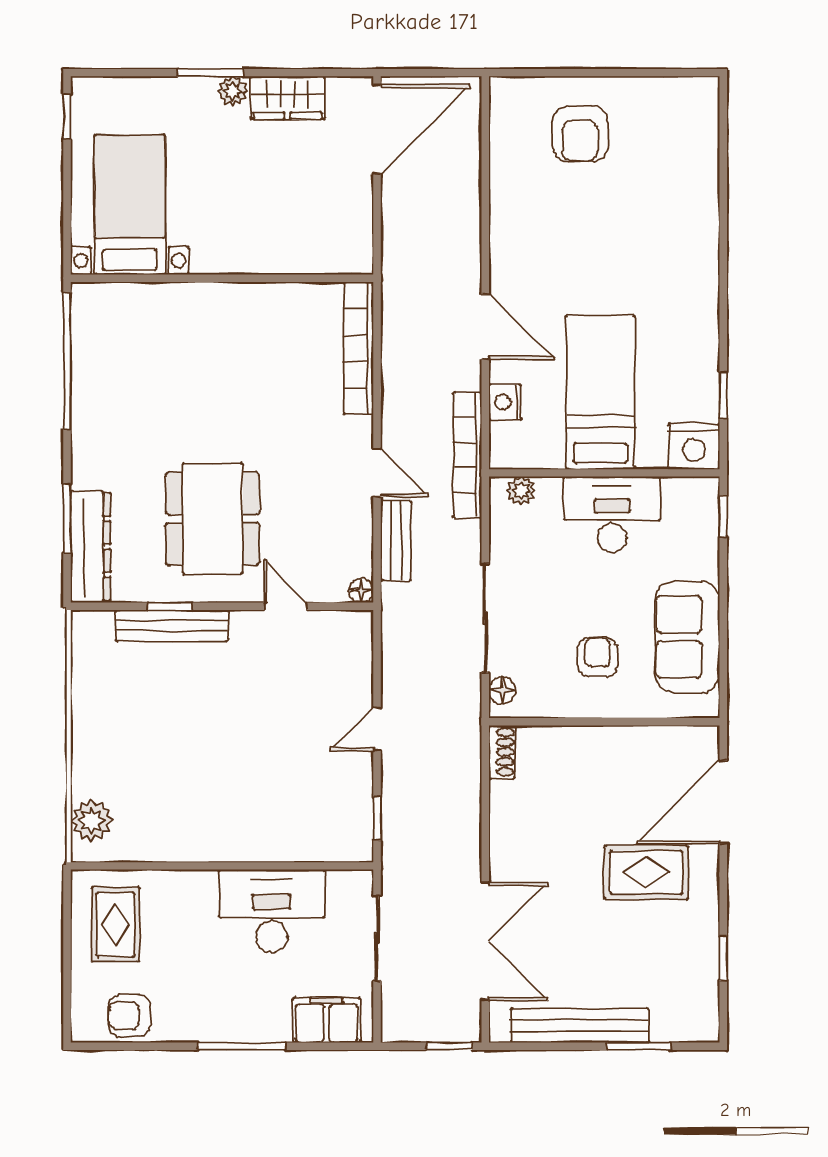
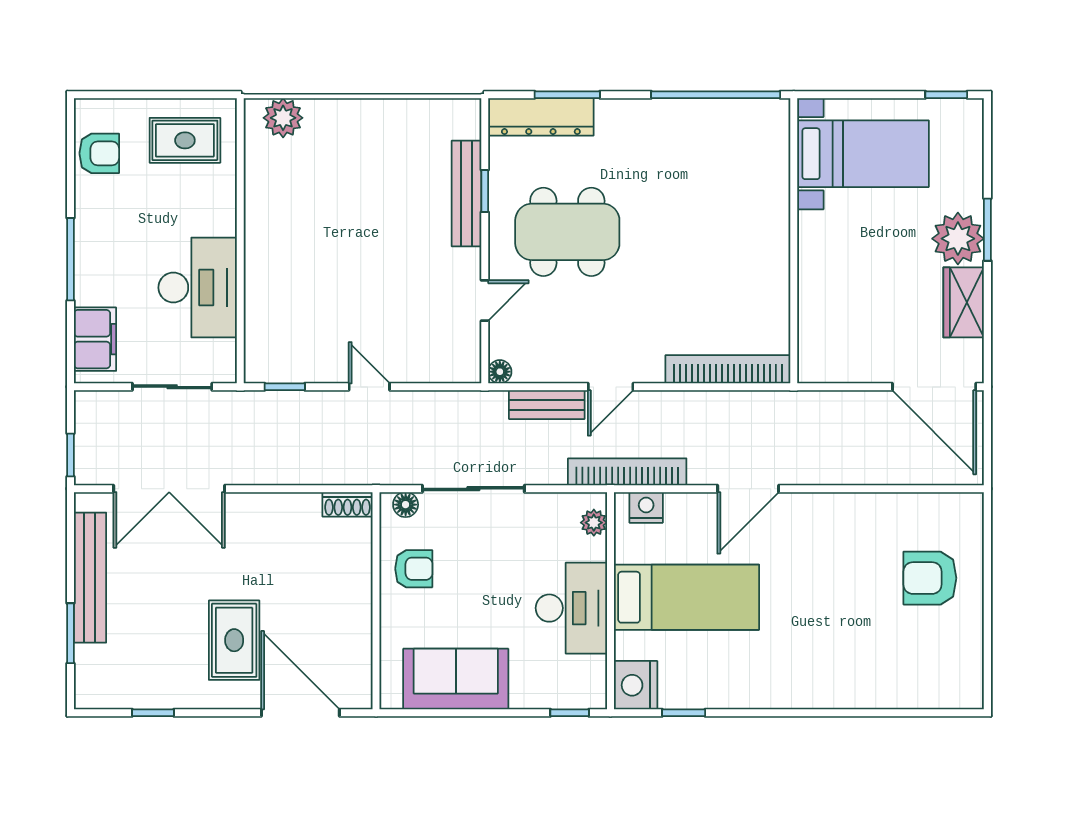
plant: (233, 91) -> (958, 239), width x1.87, depth x1.87
nightstand: (505, 402) -> (646, 507), moved
armchair: (597, 657) -> (414, 569), moved
armchair: (129, 1016) -> (99, 153), turned 90

